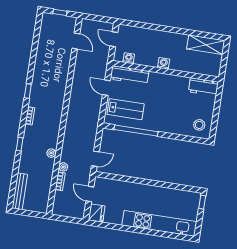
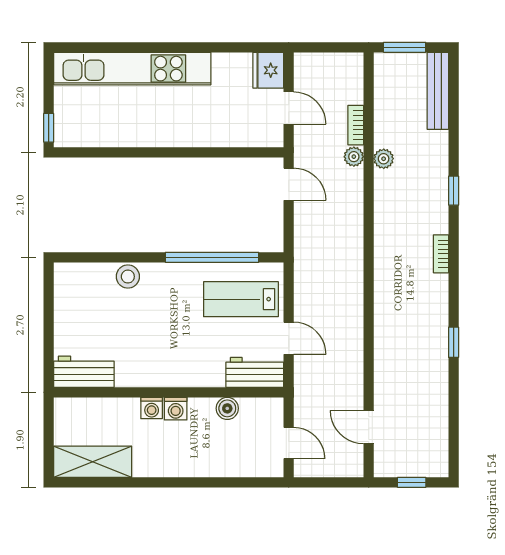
washing machine: (129, 58) -> (152, 408), moved
boiler: (140, 60) -> (227, 408), added
workbench: (130, 75) -> (255, 372), width x0.73
window: (28, 91) -> (454, 342), moved
stool: (199, 125) -> (128, 277), moved
plant: (51, 153) -> (384, 159), moved
door: (95, 159) -> (289, 184), swing flipped
window: (32, 214) -> (405, 47), added

